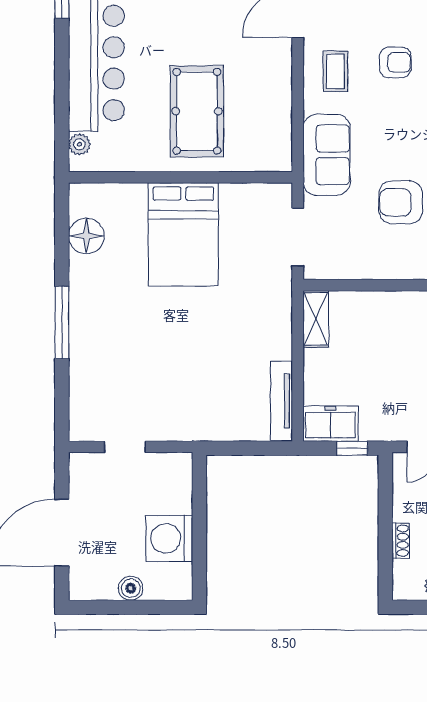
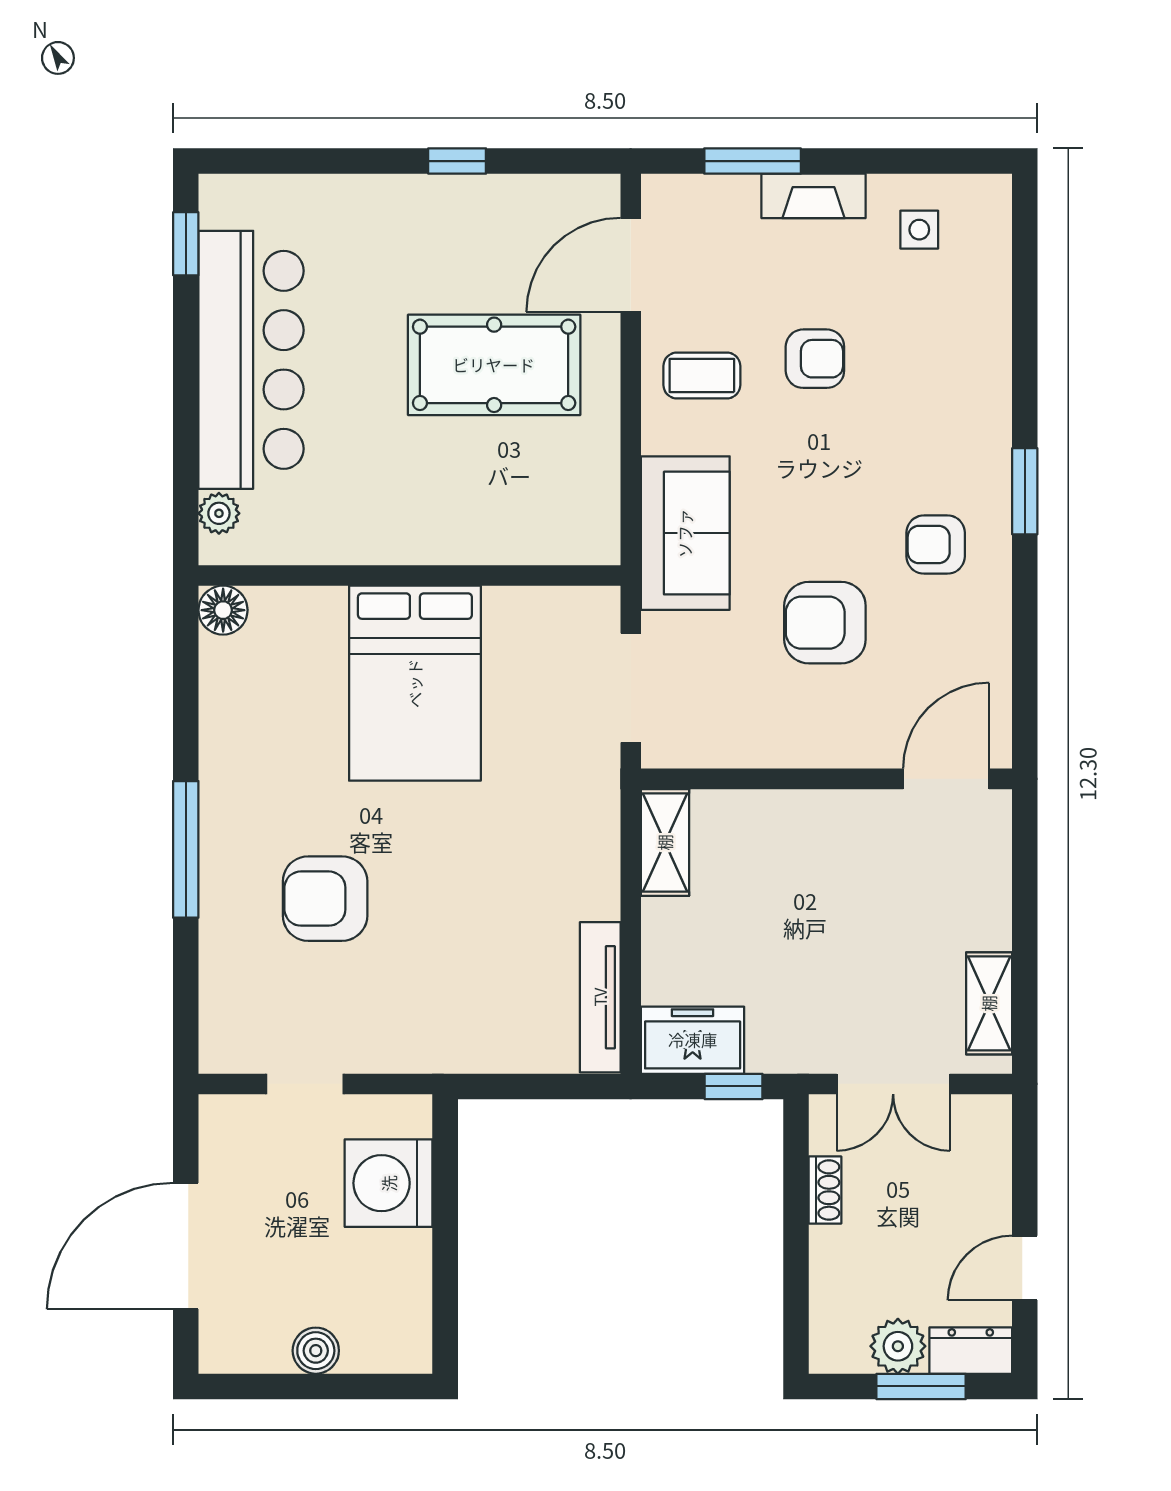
coffee table: (335, 71) -> (702, 376), turned 90
pool table: (197, 111) -> (494, 365), moved, turned 90
floor lamp: (86, 236) -> (223, 610), moved, width x0.73, depth x0.73
armchair: (136, 349) -> (325, 899), added
washing machine: (169, 538) -> (389, 1183), moved
shoe rack: (401, 541) -> (825, 1190), moved

